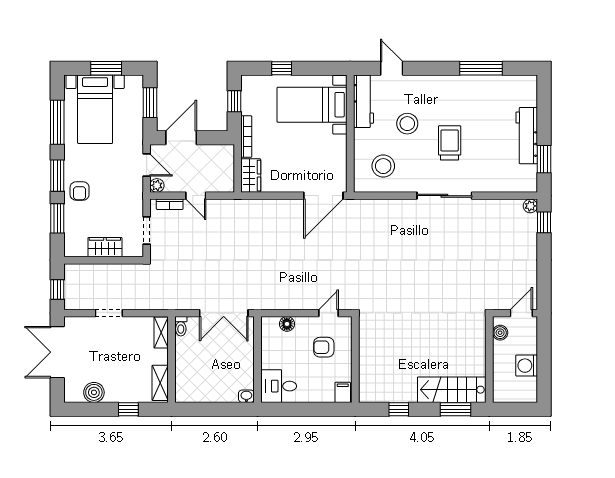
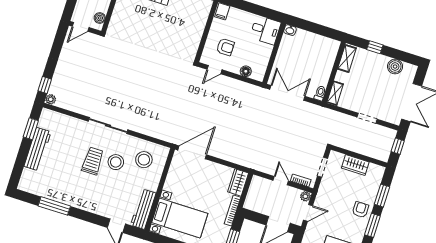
stool: (407, 124) -> (116, 162), moved
trolley: (450, 143) -> (93, 161), turned 180
door: (147, 165) -> (308, 213), swing flipped

